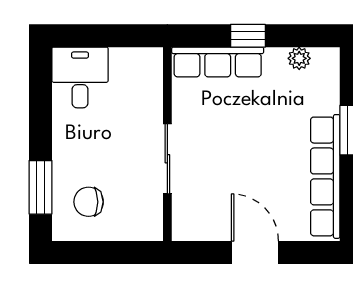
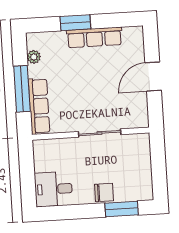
window: (248, 36) -> (22, 89), width x2.17
row of seats: (325, 176) -> (94, 37), width x0.73
chair: (89, 202) -> (104, 193), moved, turned -90

